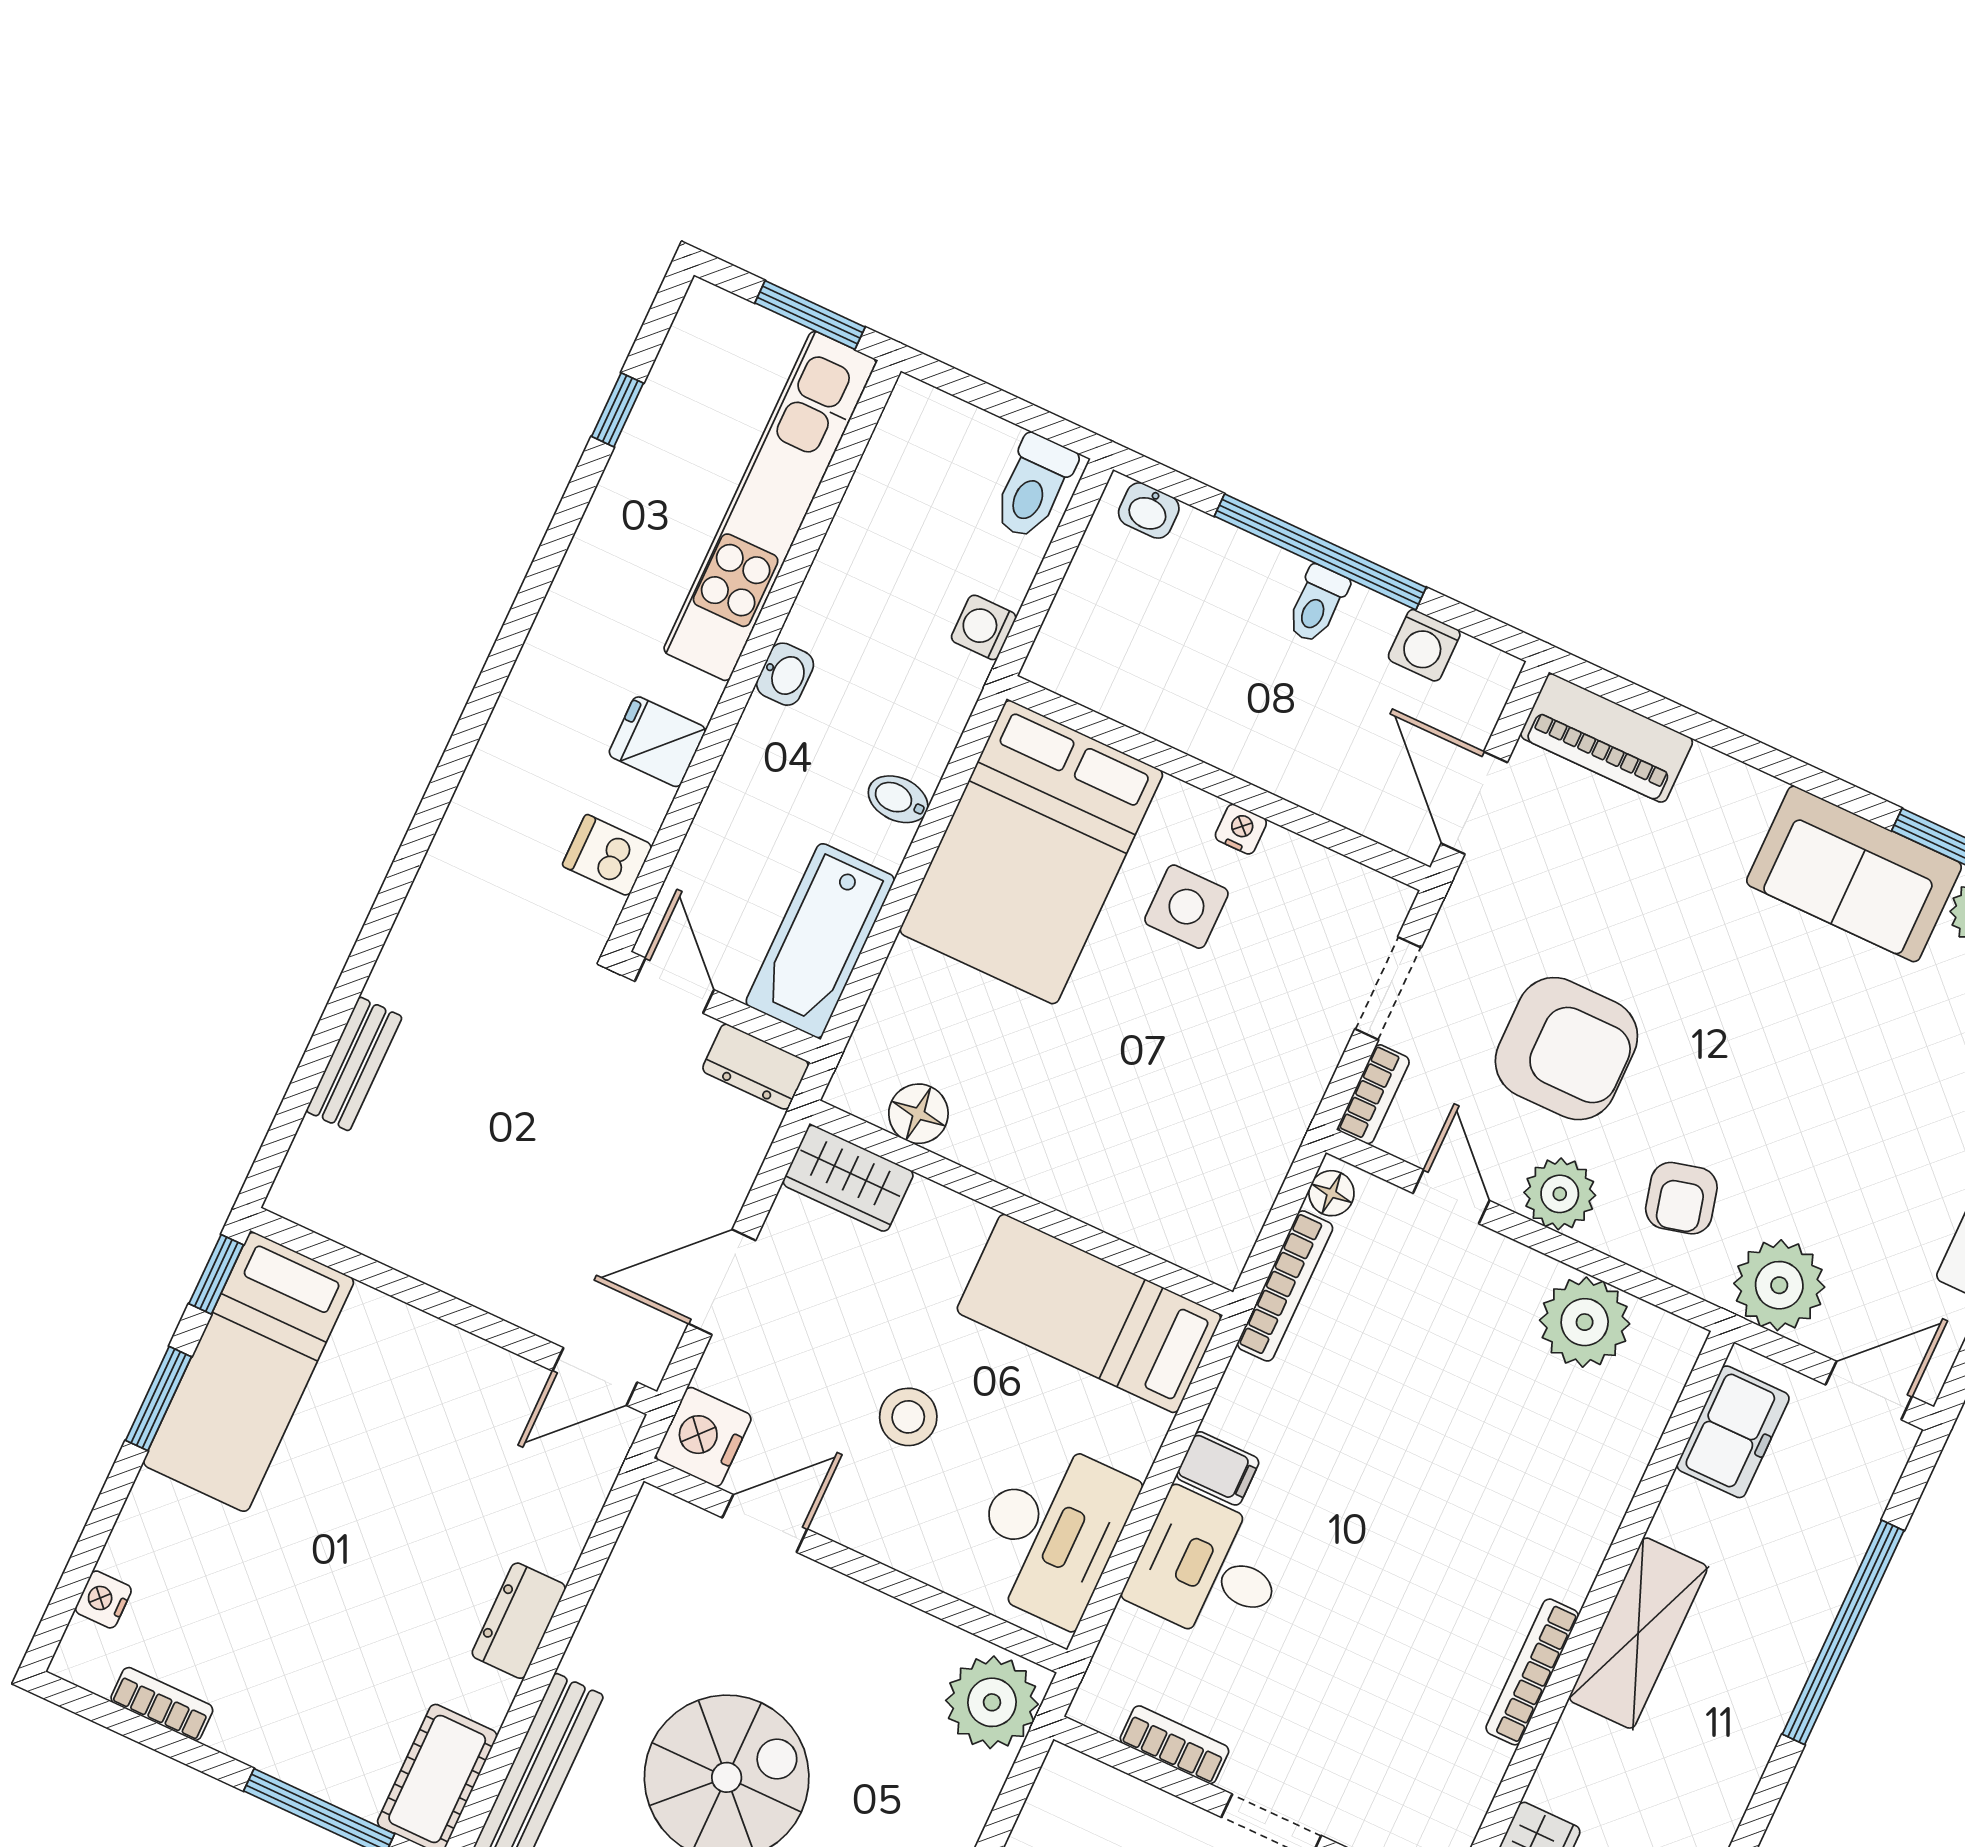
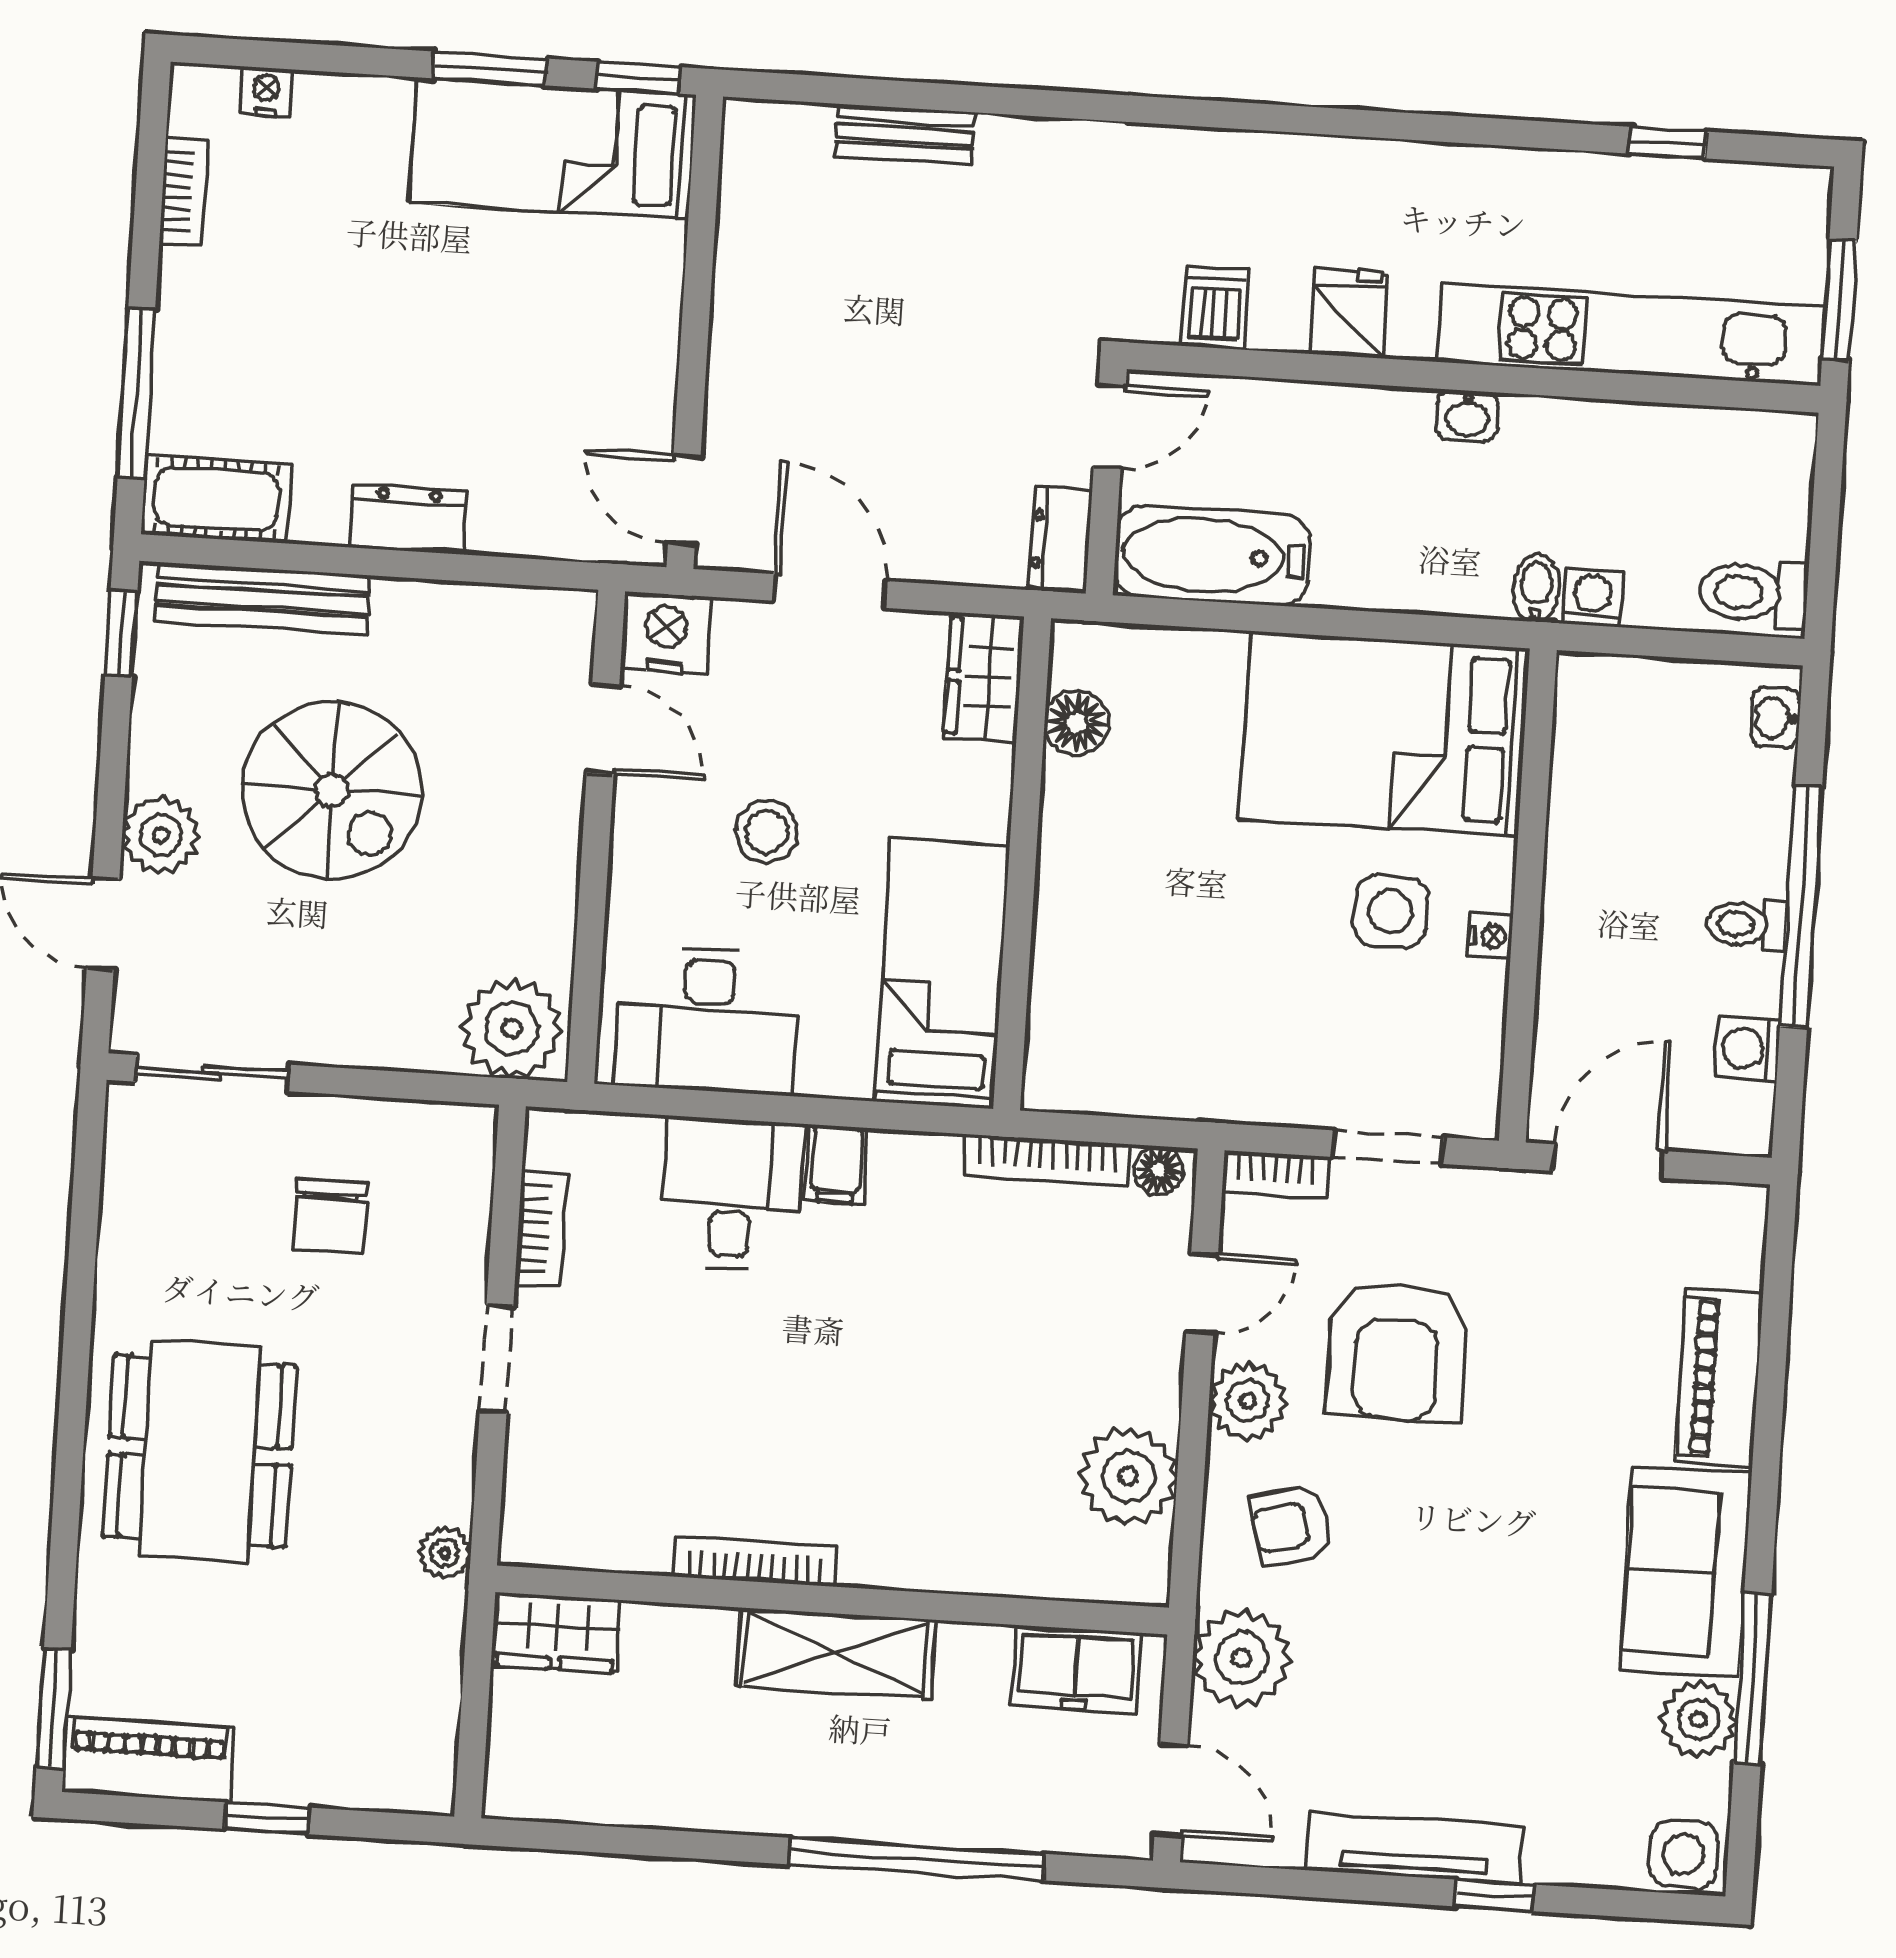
piano: (1607, 738) -> (1719, 1378), moved
bidet: (898, 799) -> (1537, 588), moved

